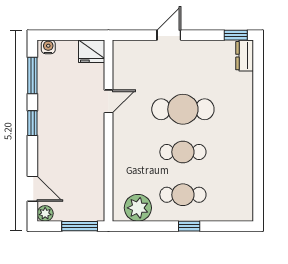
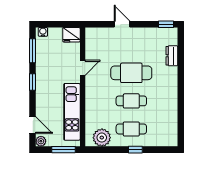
door: (169, 35) -> (122, 24), hinge flipped
dresser: (245, 56) -> (172, 56), moved
kitchen unit: (93, 169) -> (72, 112), added

